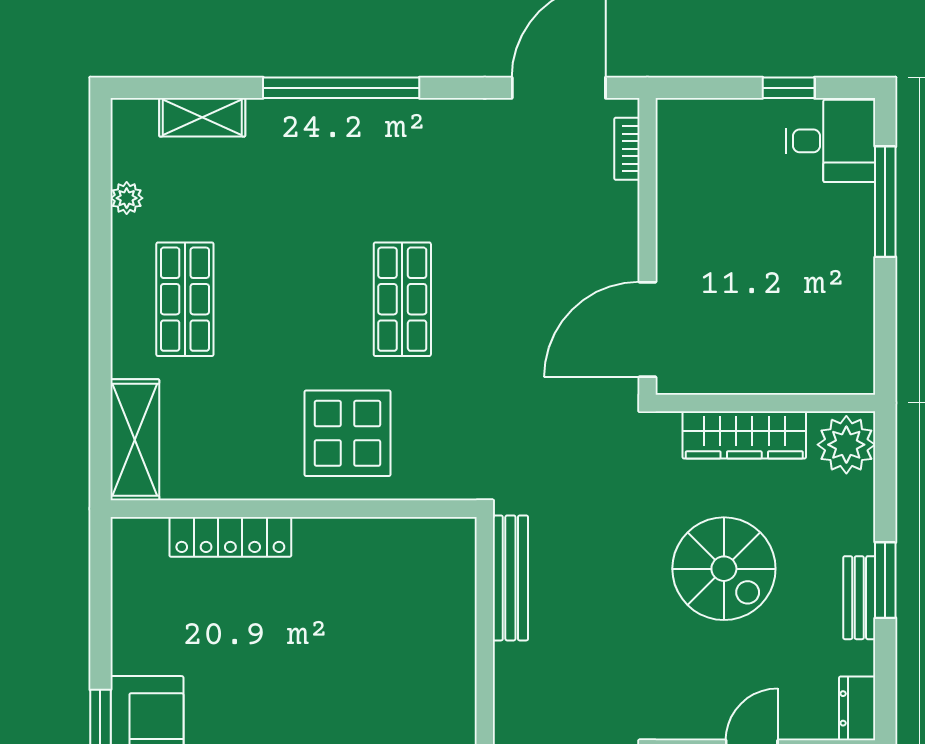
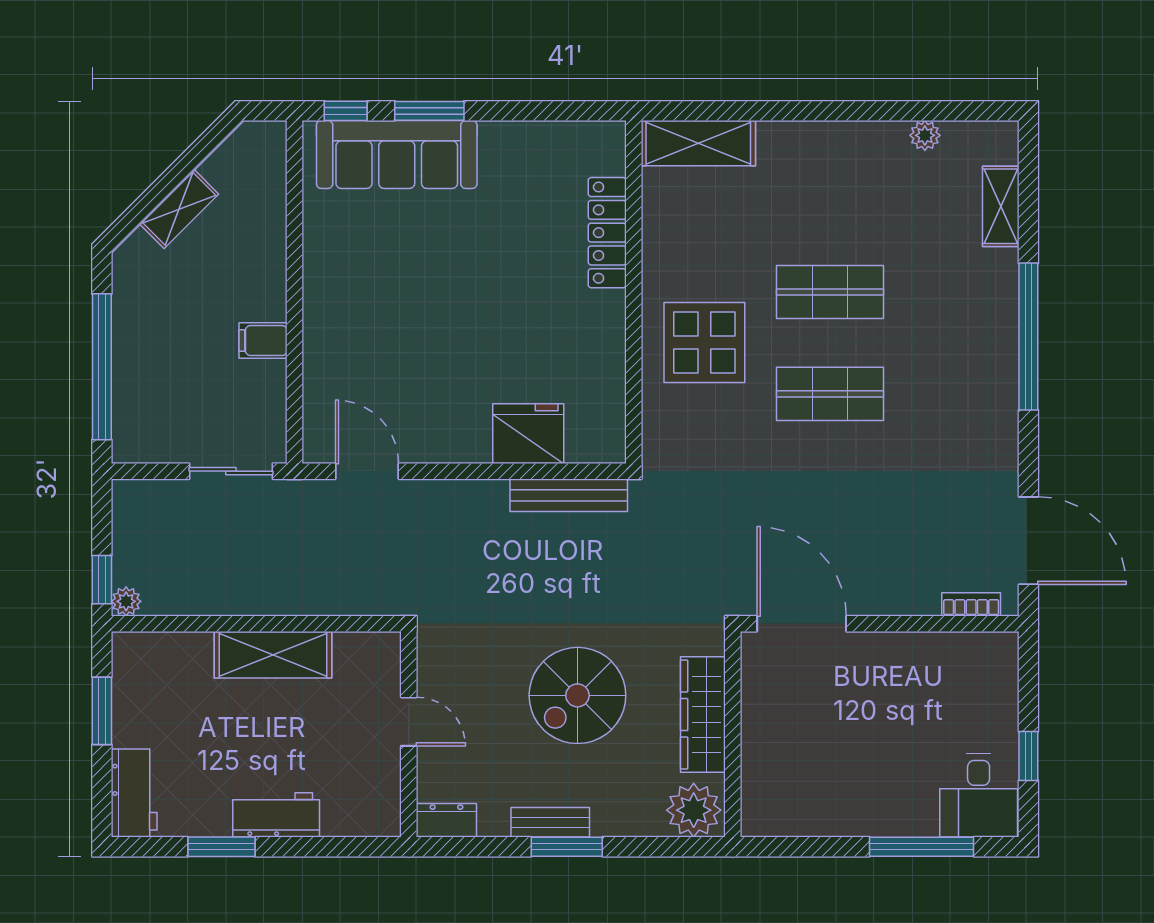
shop shelf: (185, 299) -> (830, 292), moved
fridge: (445, 621) -> (528, 434), added

